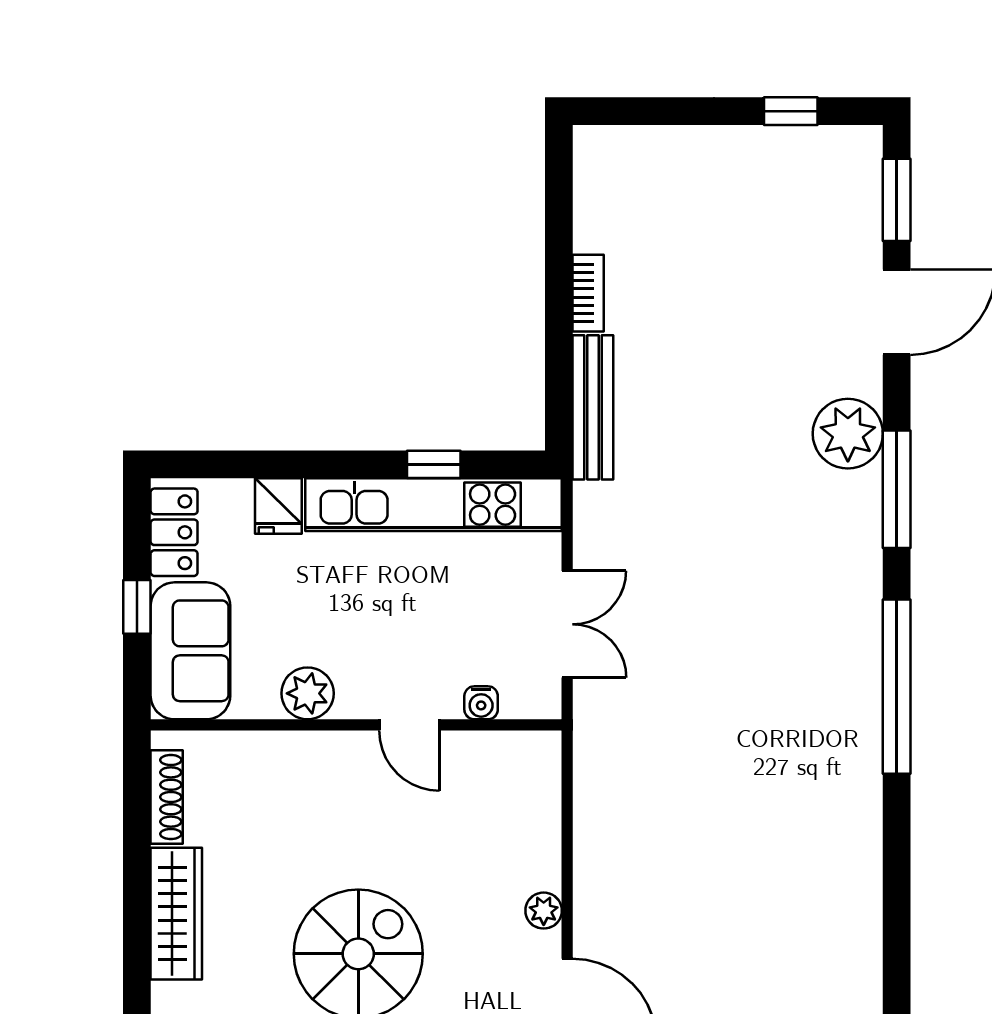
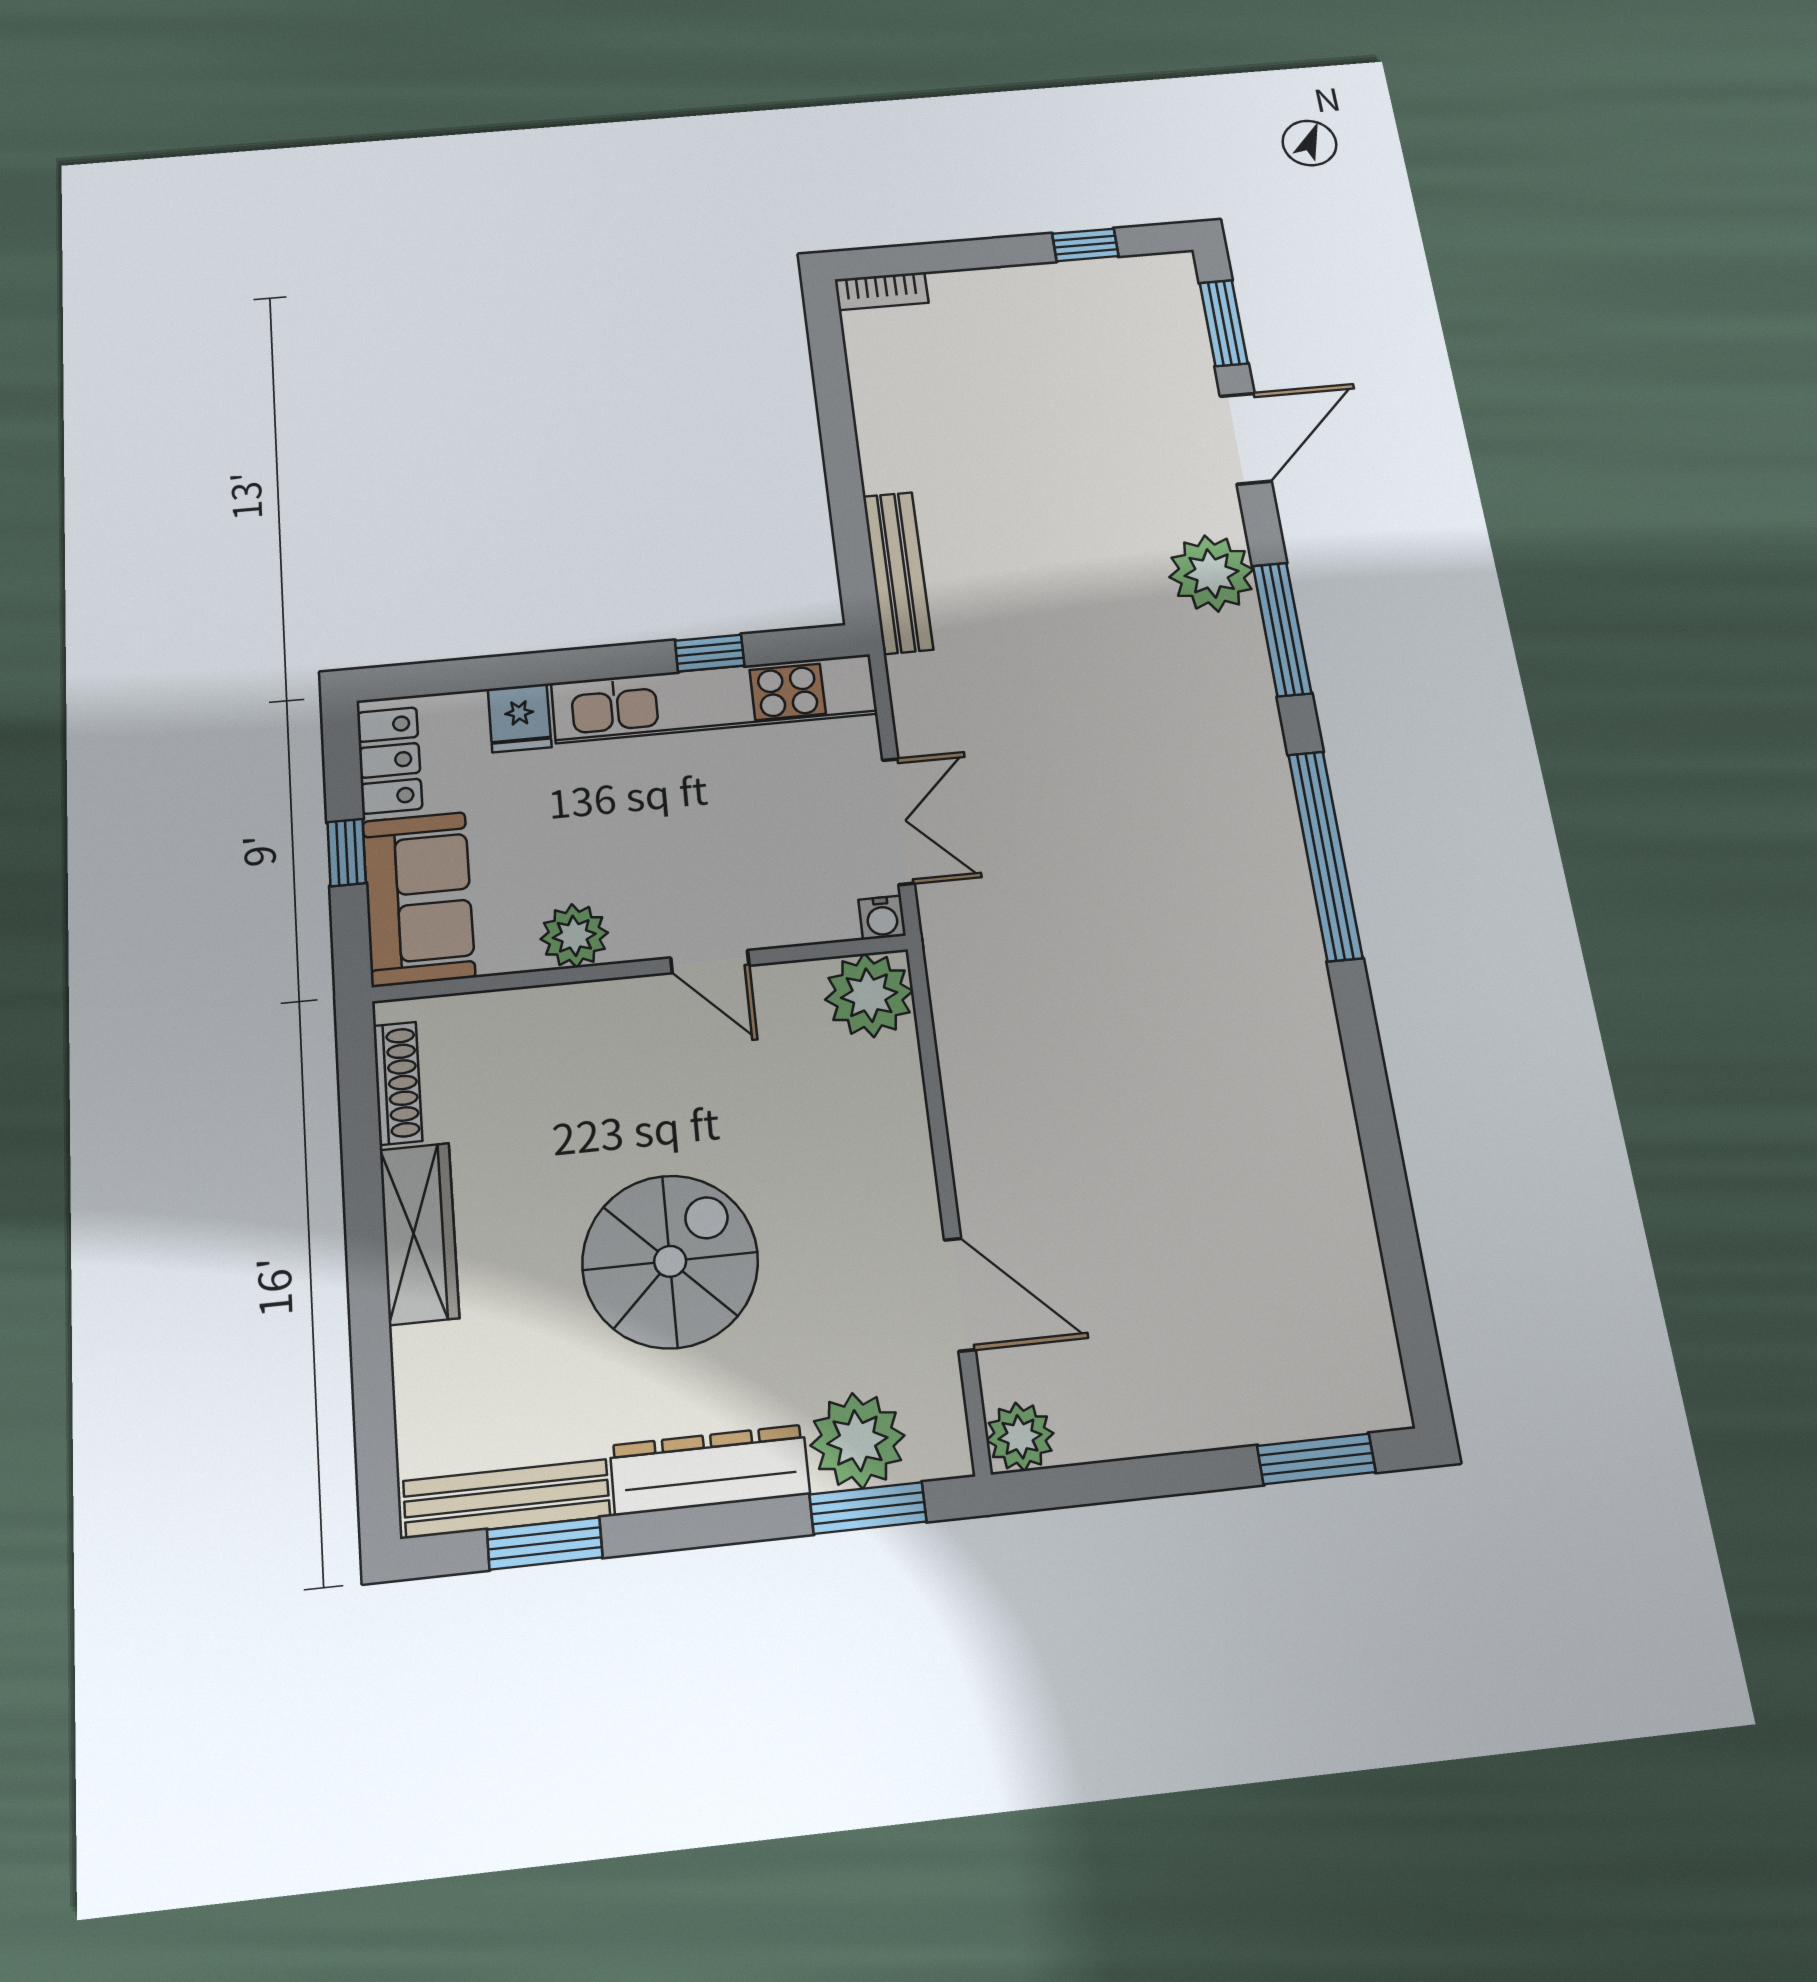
bookcase: (588, 293) -> (882, 291), moved, turned 90
water cooler: (481, 703) -> (882, 918), moved
plant: (544, 911) -> (869, 995), moved, width x1.88, depth x1.88

